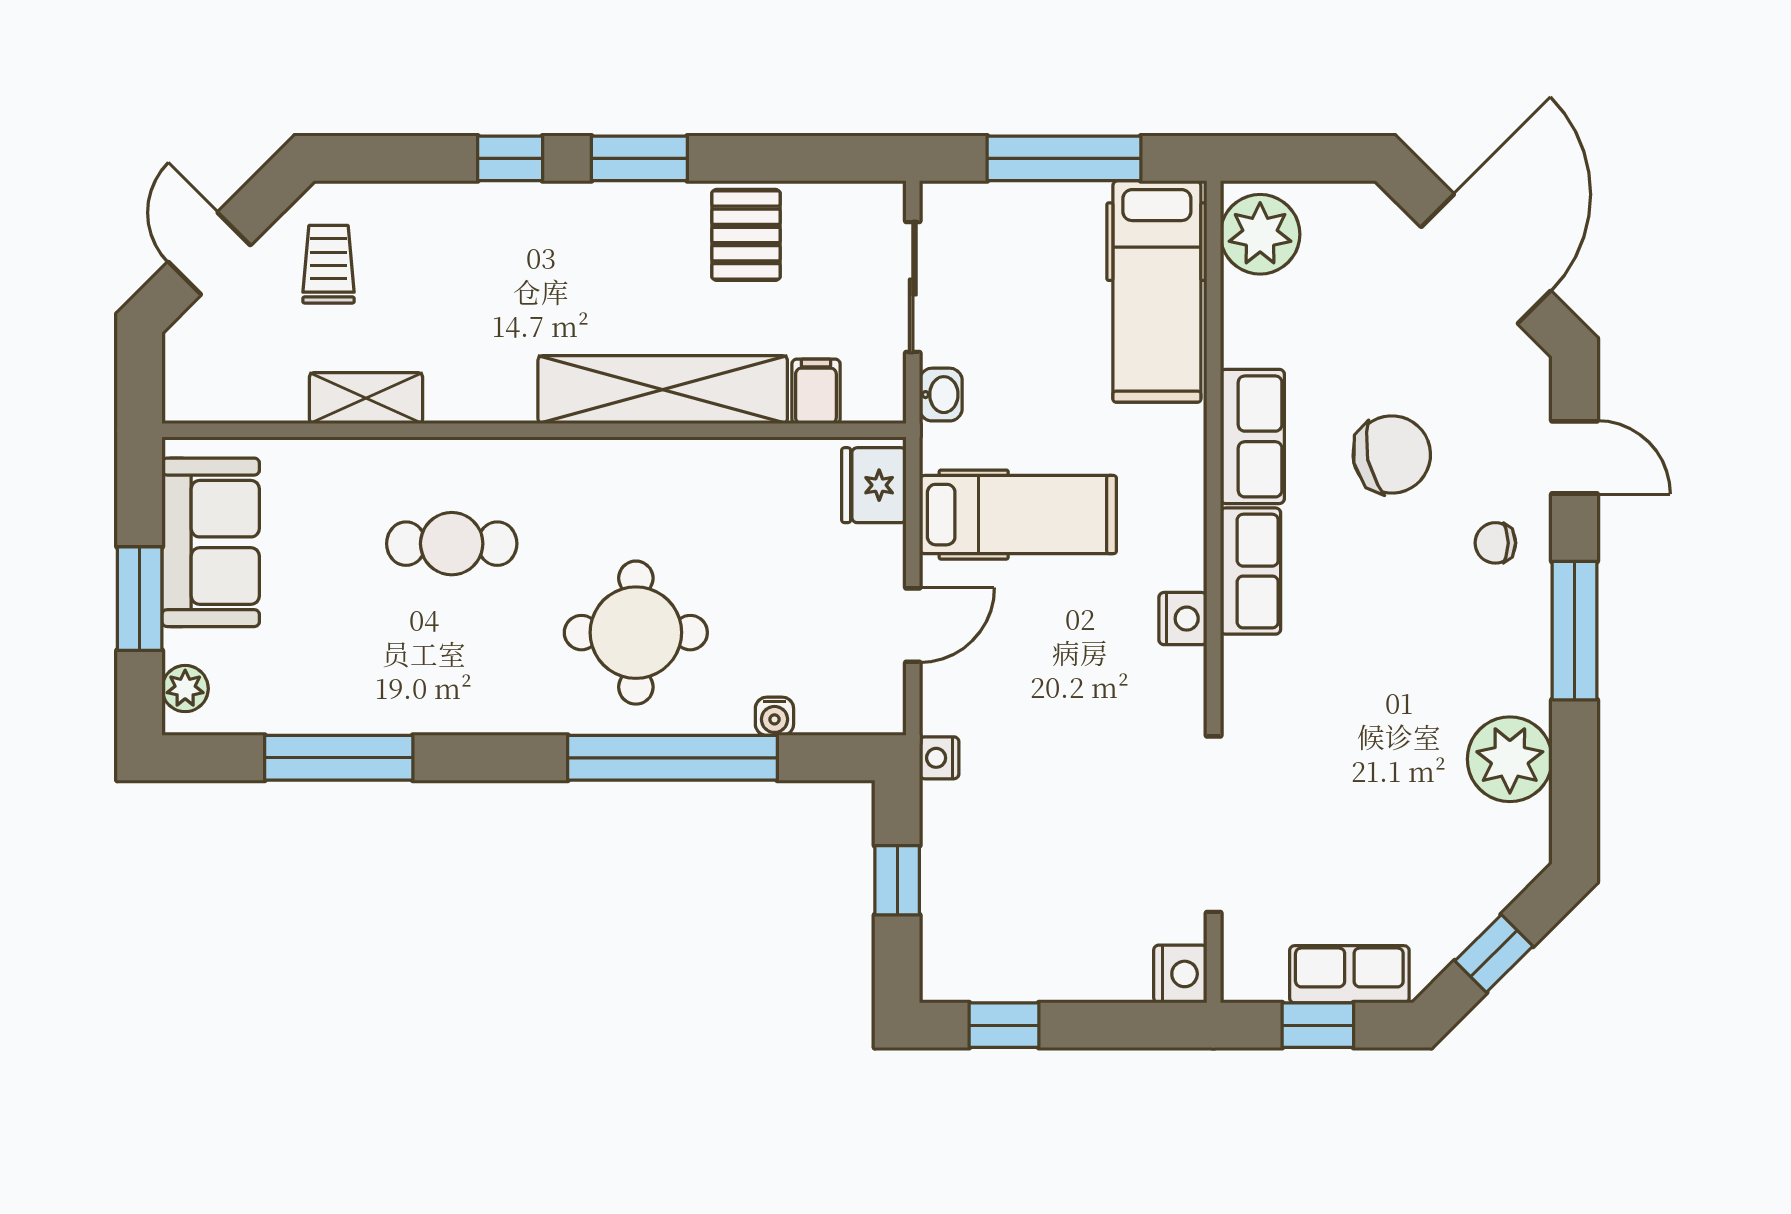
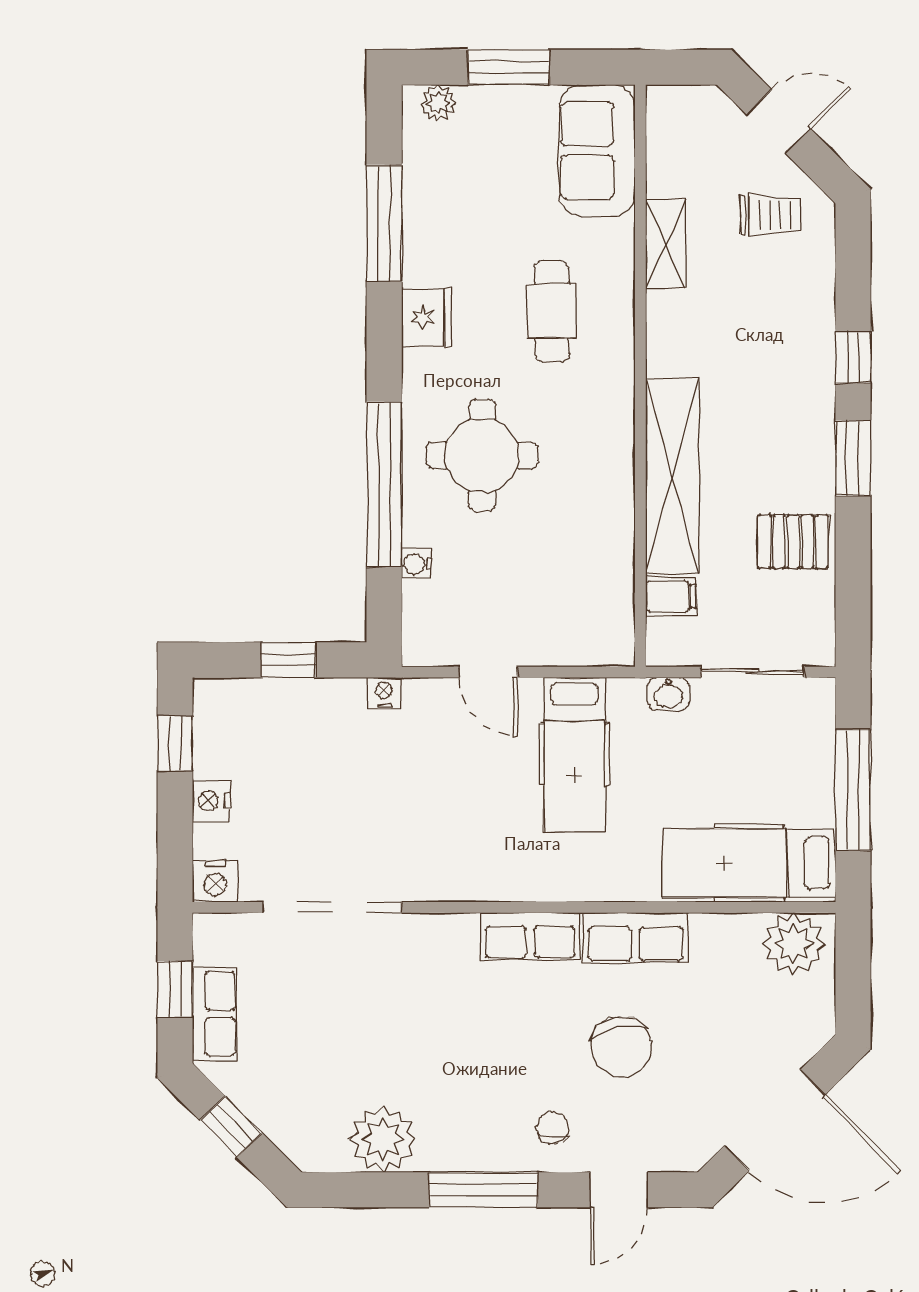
fridge: (874, 485) -> (427, 317), moved, turned 90
sofa: (211, 542) -> (597, 151), moved, turned 90
nightstand: (1183, 619) -> (211, 801), moved, turned 90

